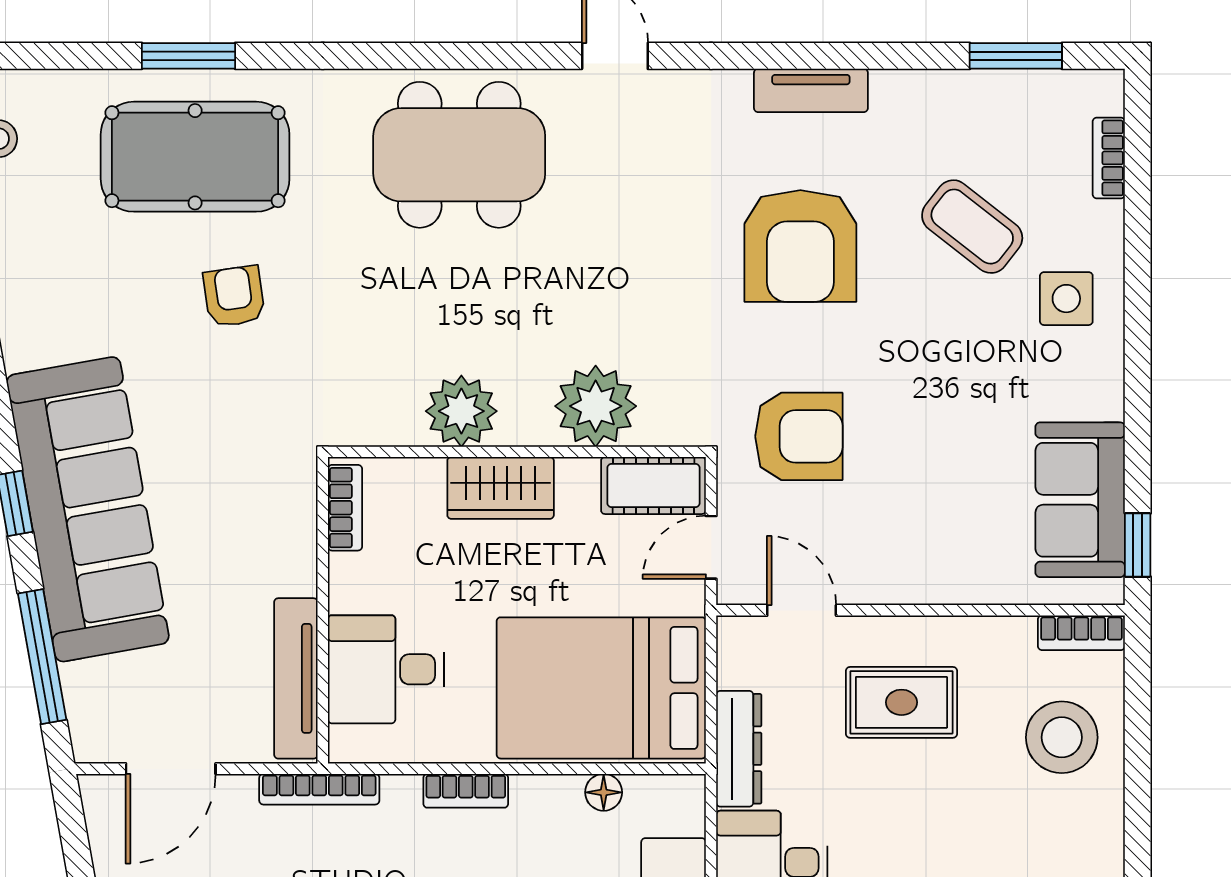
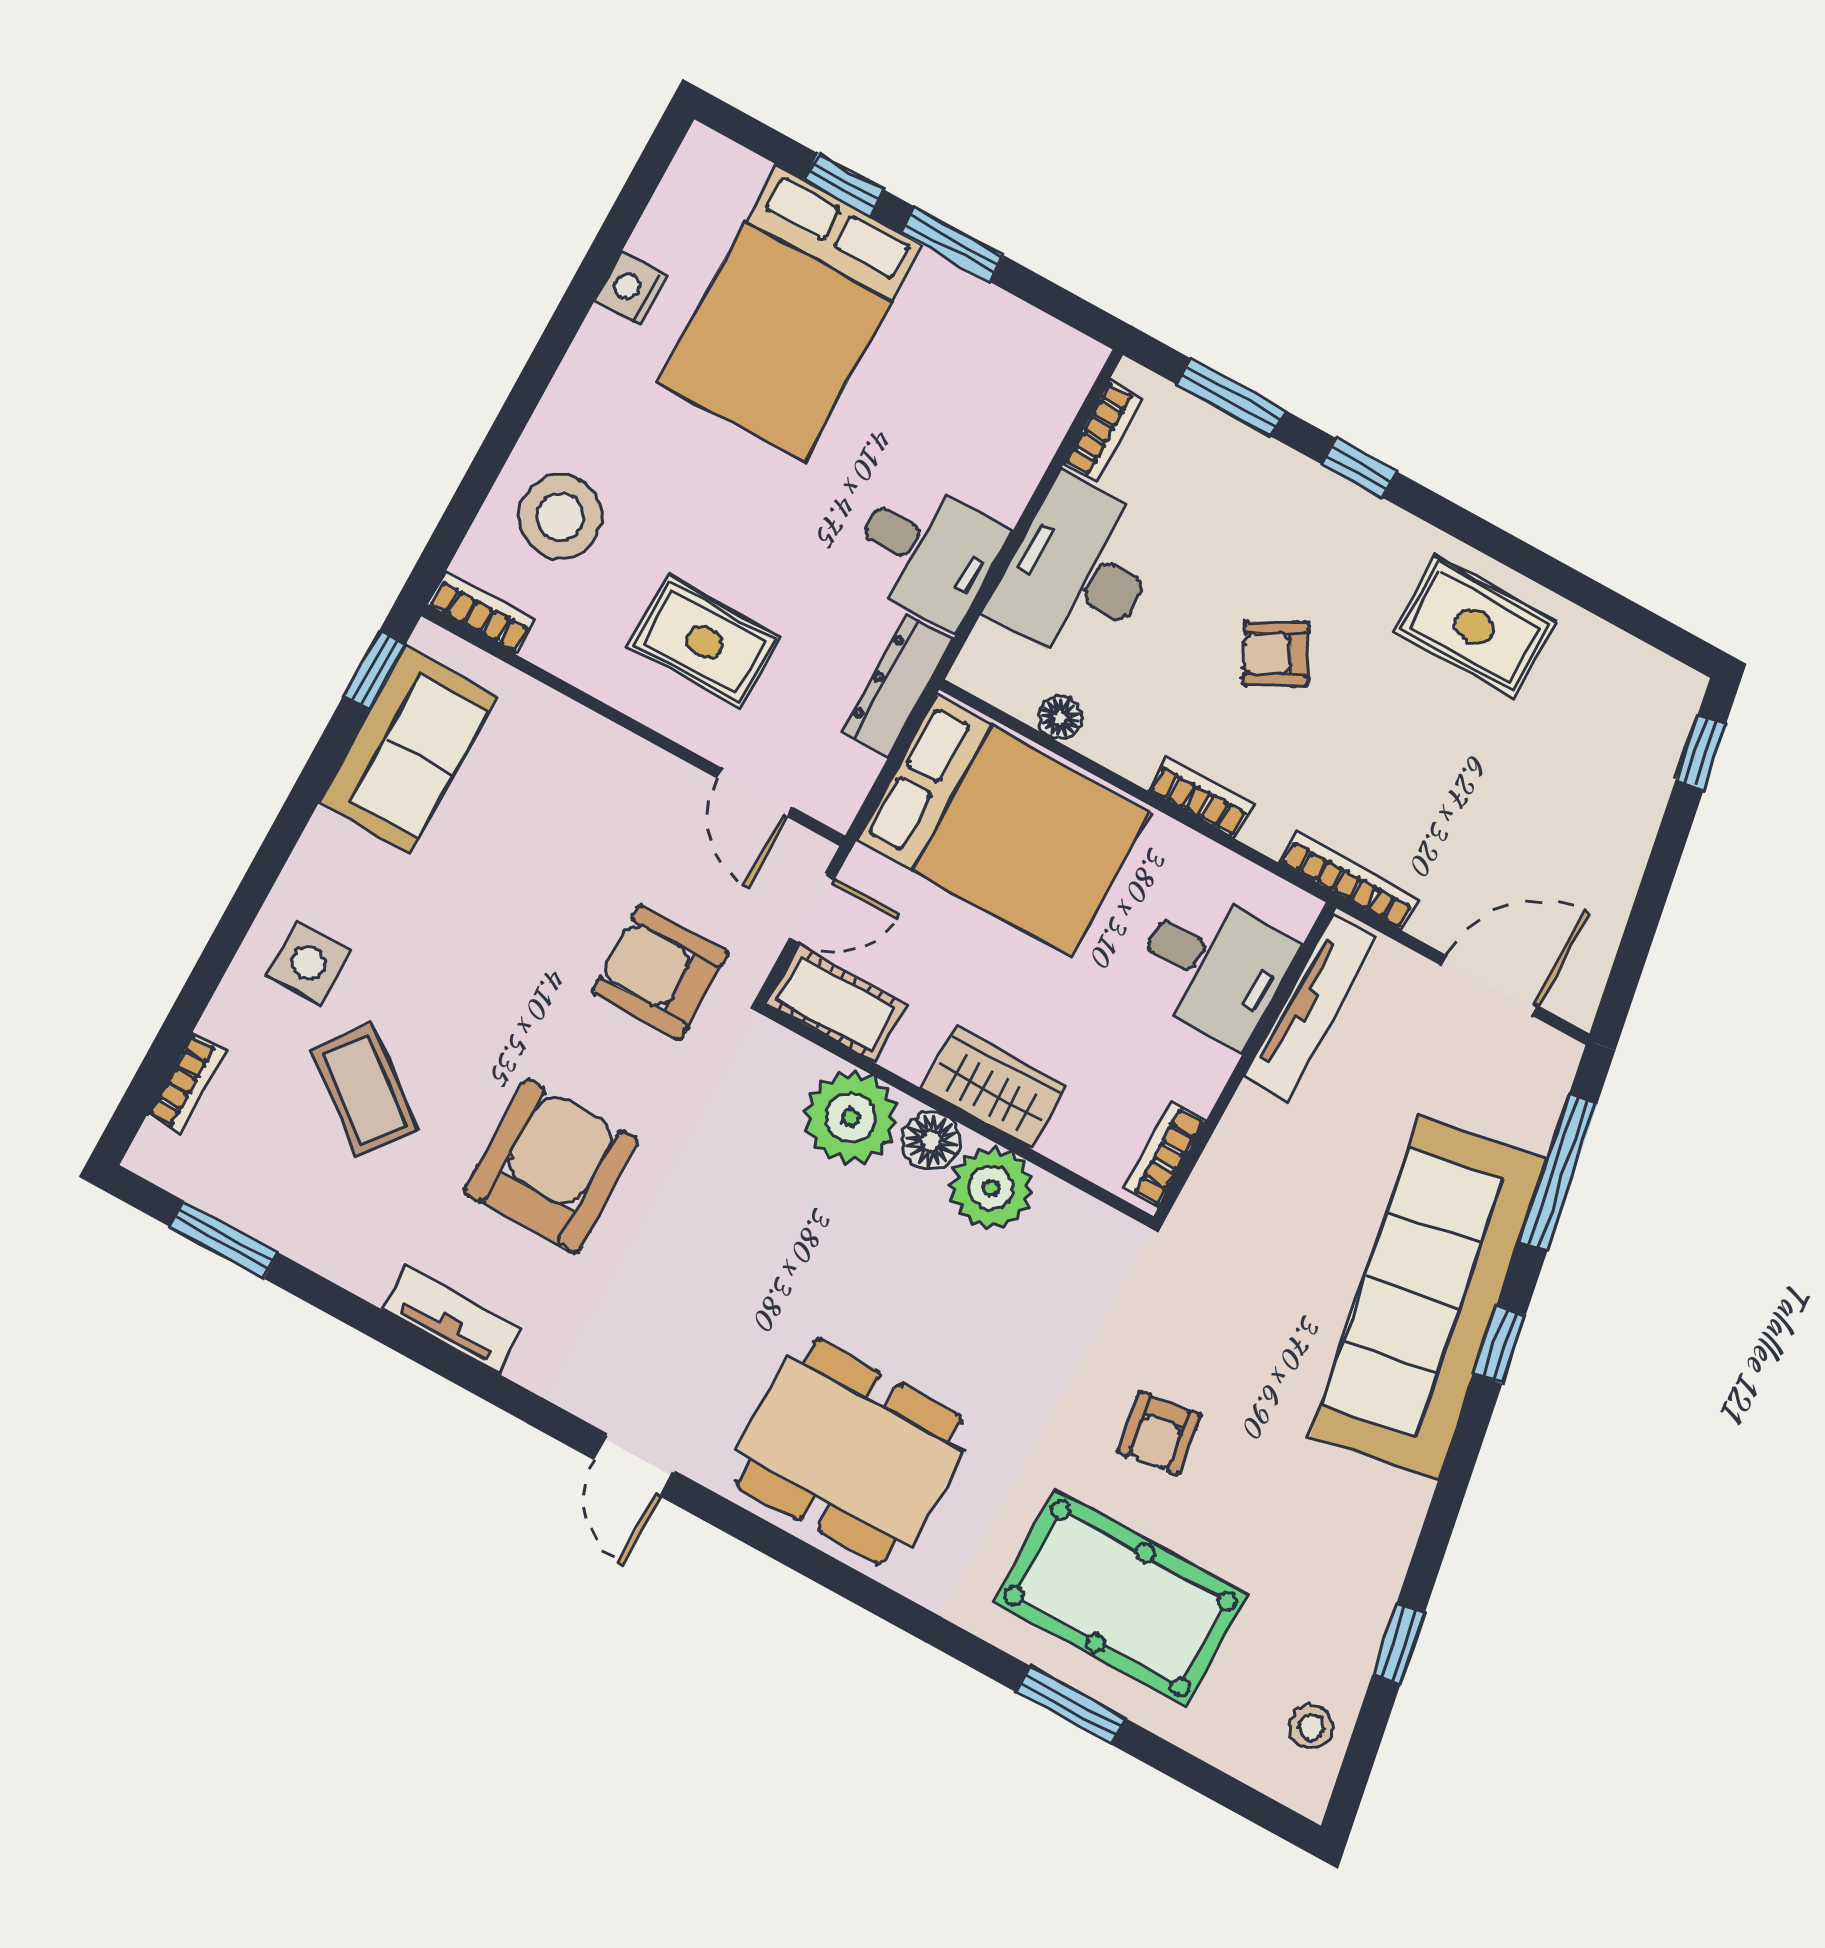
floor lamp: (526, 422) -> (931, 1141), added

